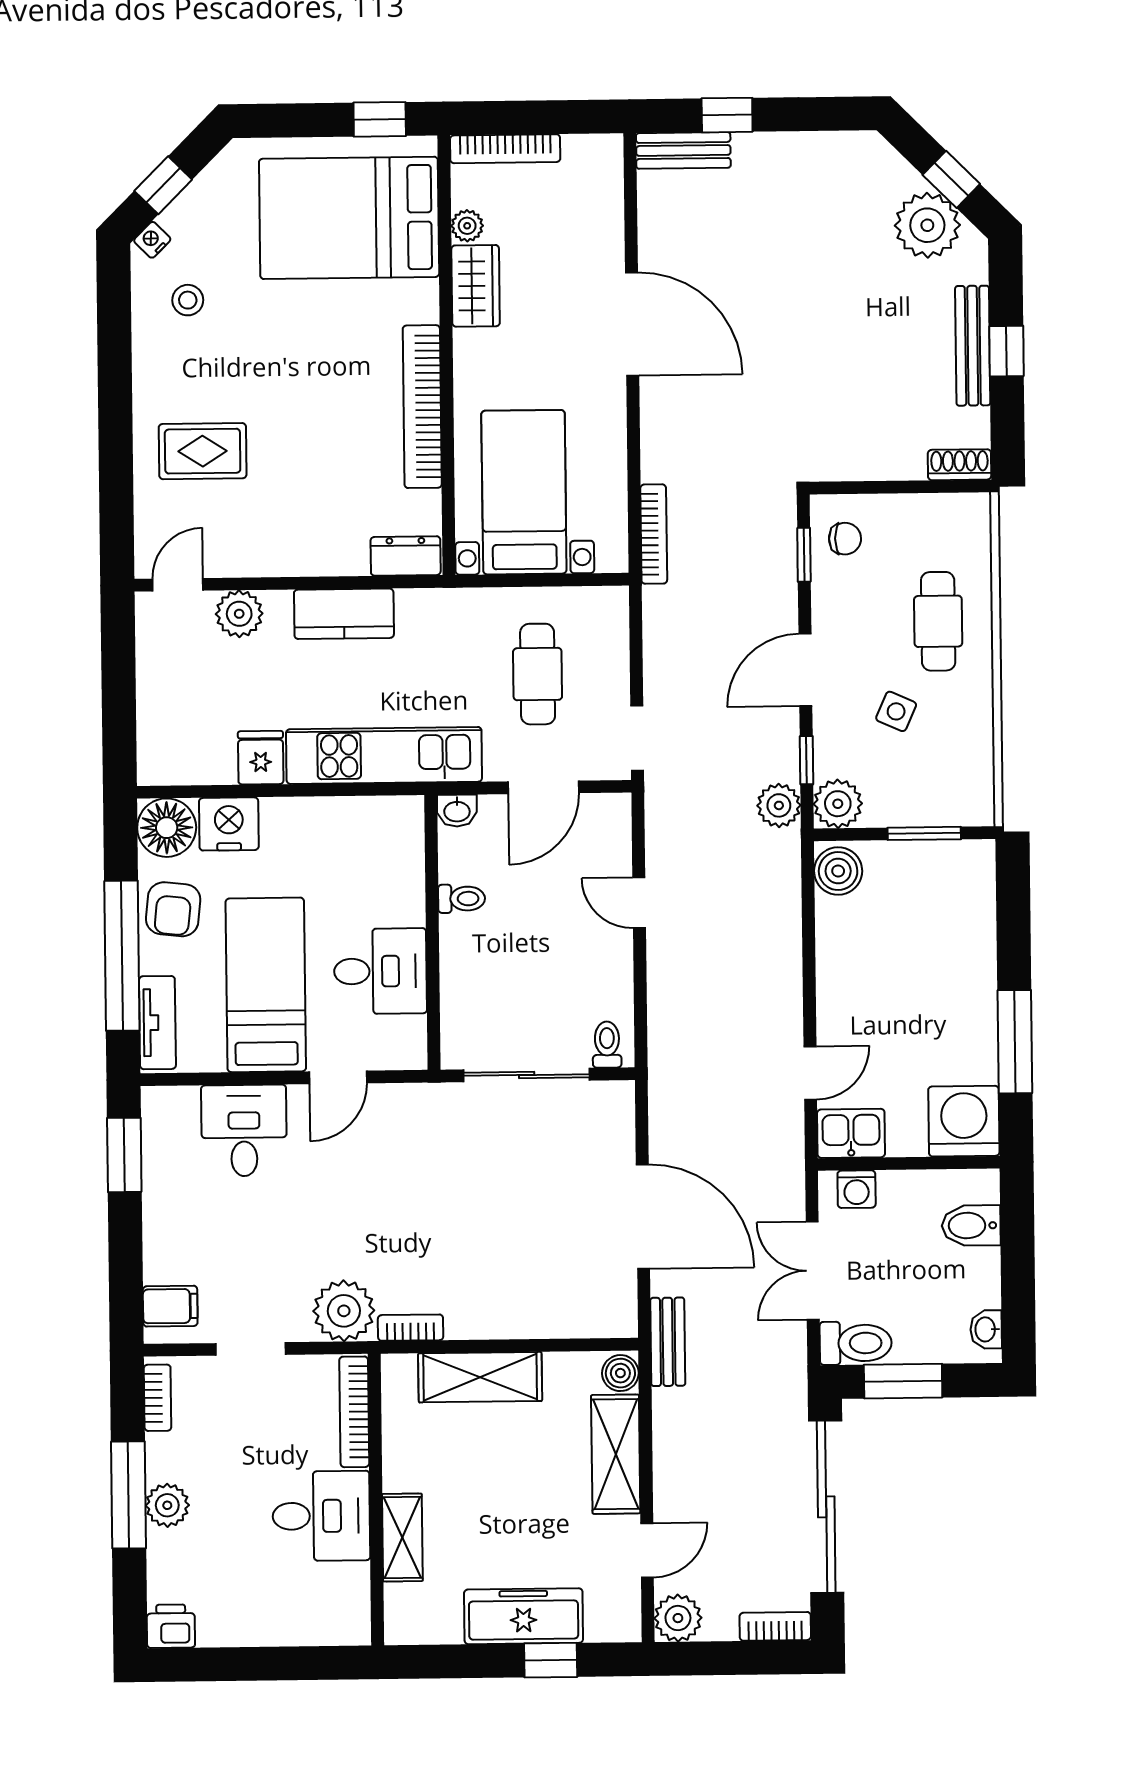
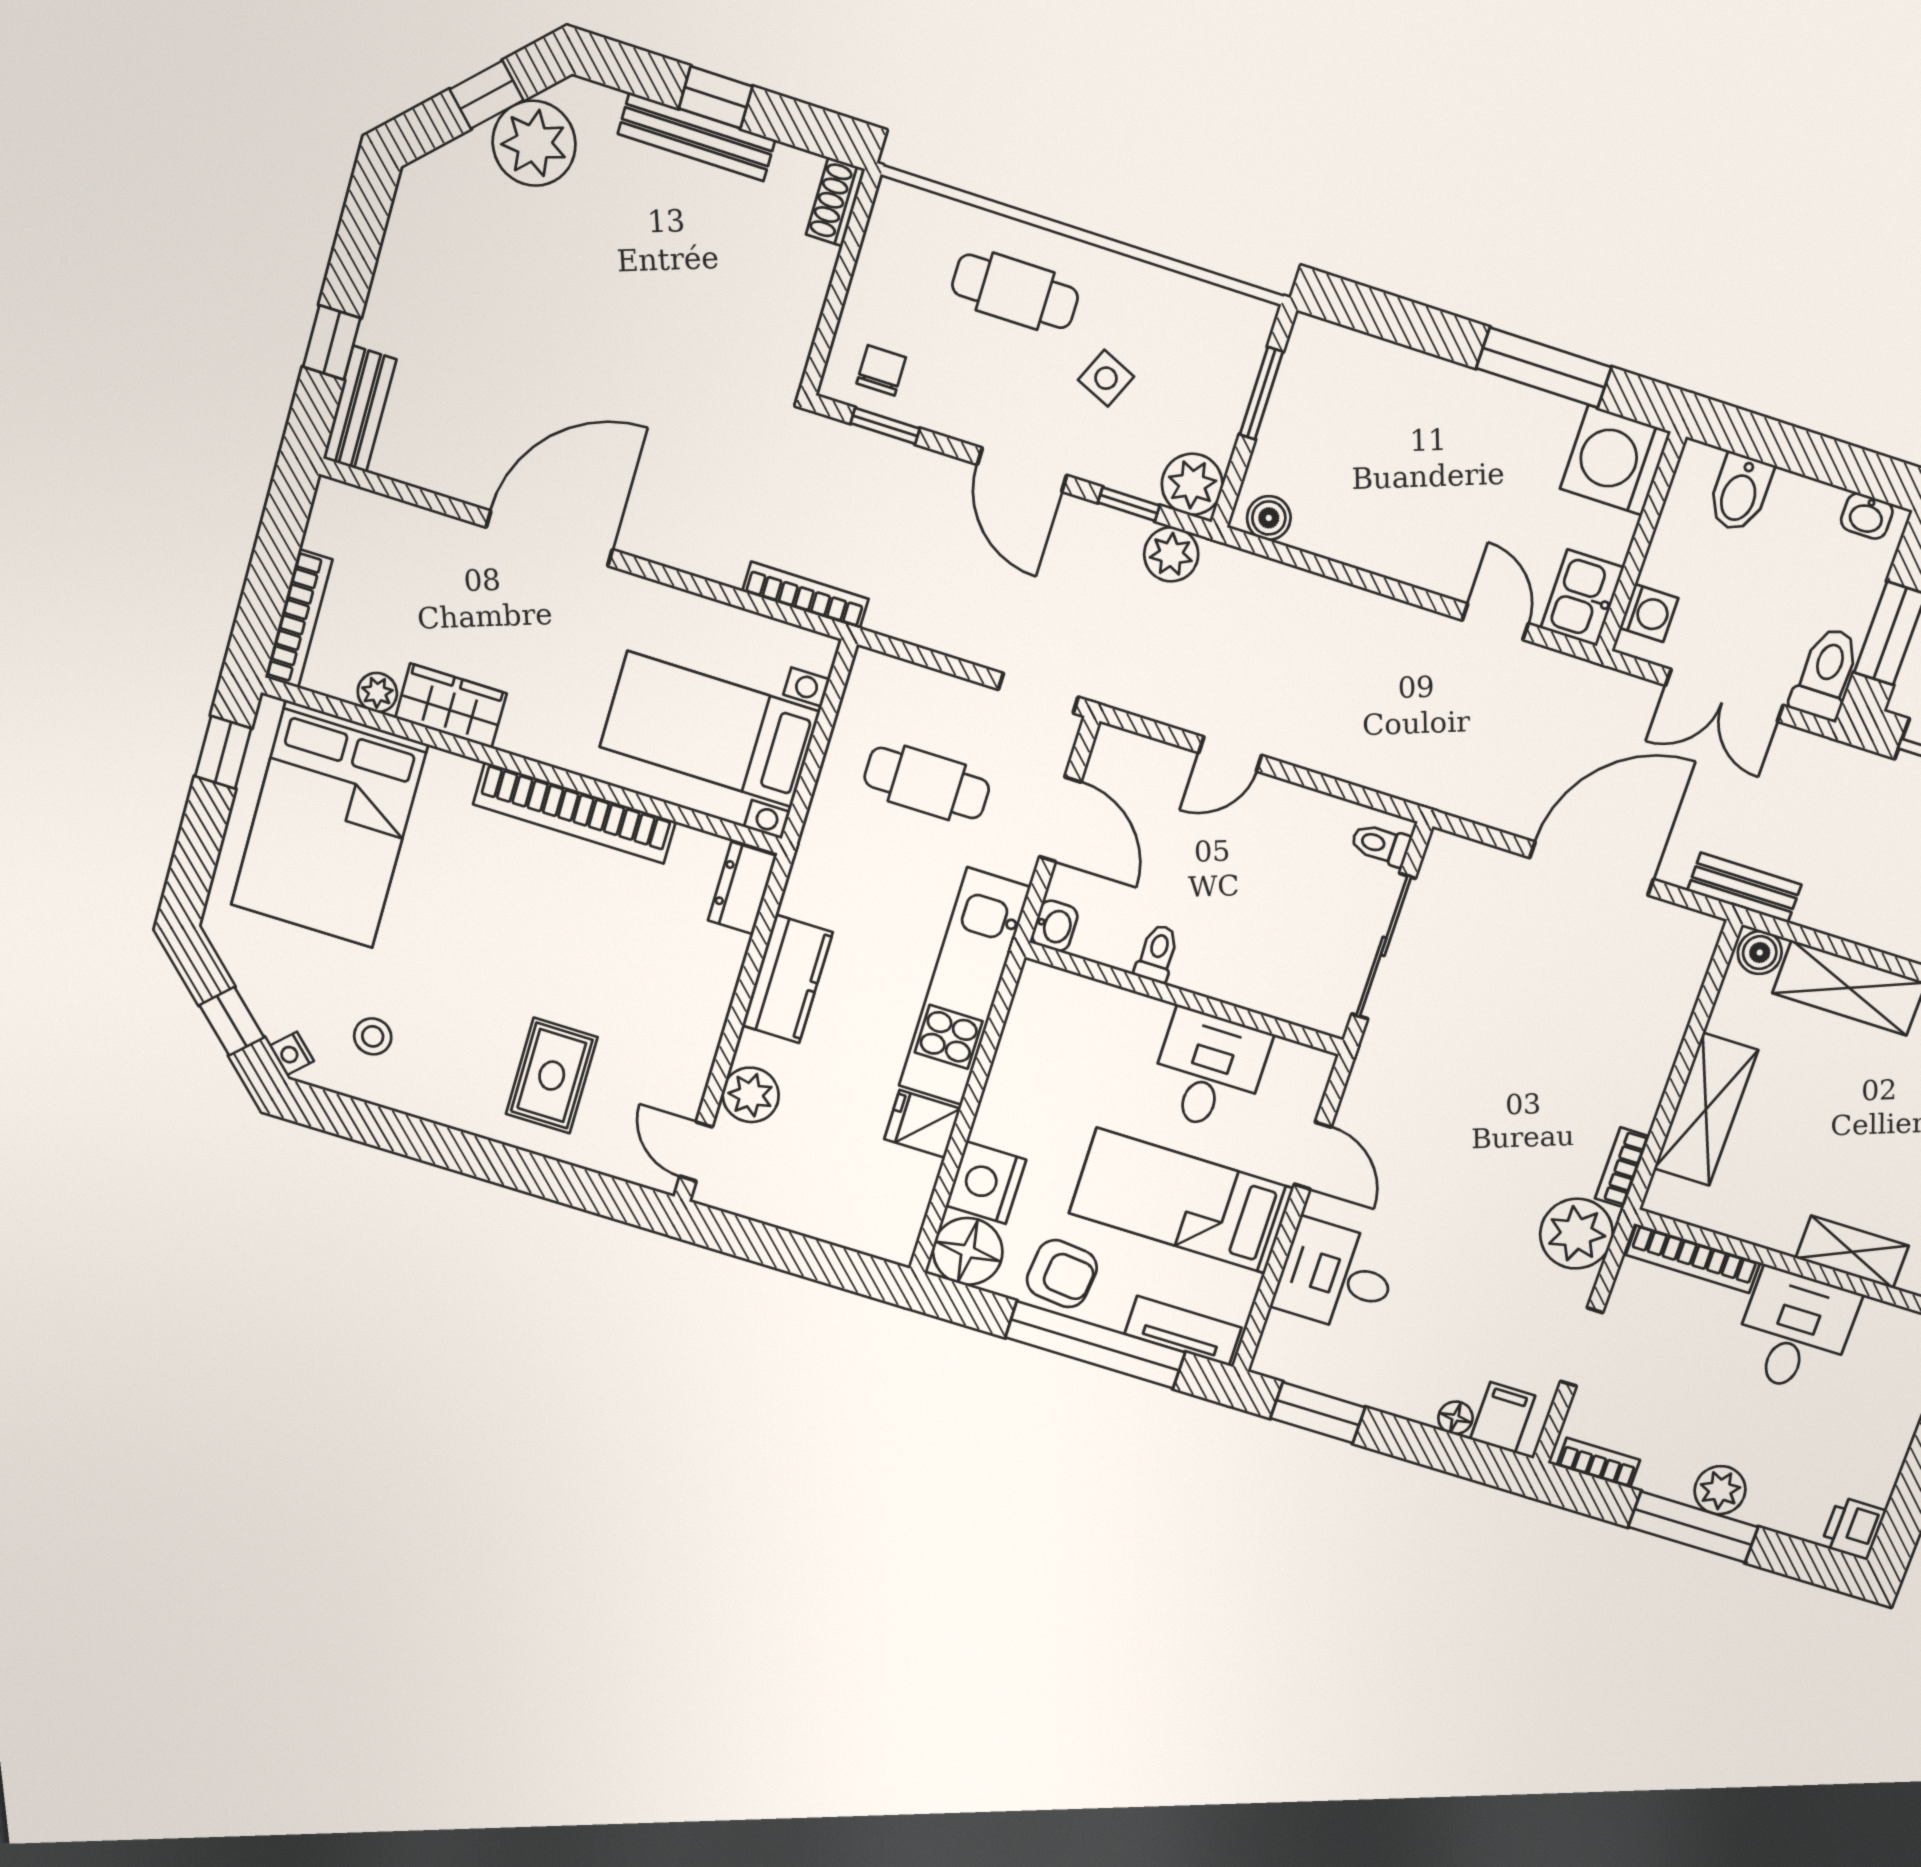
boiler: (838, 871) -> (1269, 518), width x0.73, depth x0.73
floor lamp: (157, 1268) -> (1455, 1418), added

